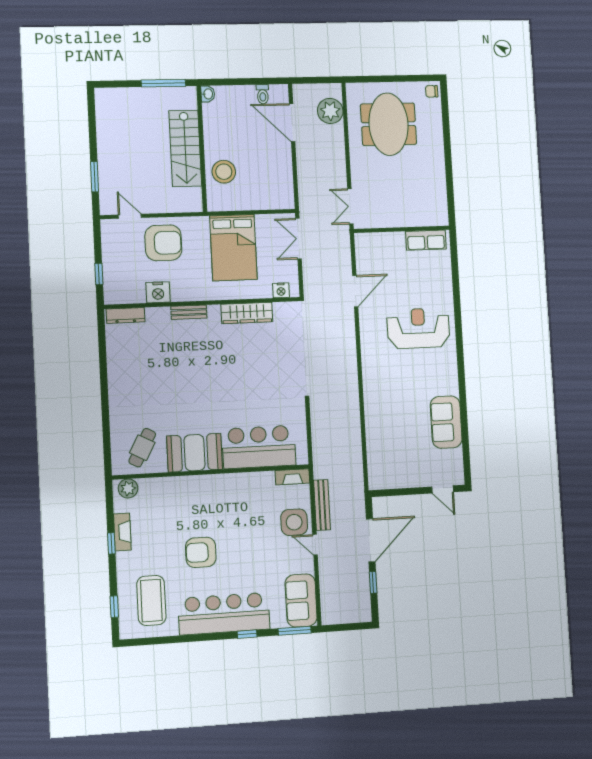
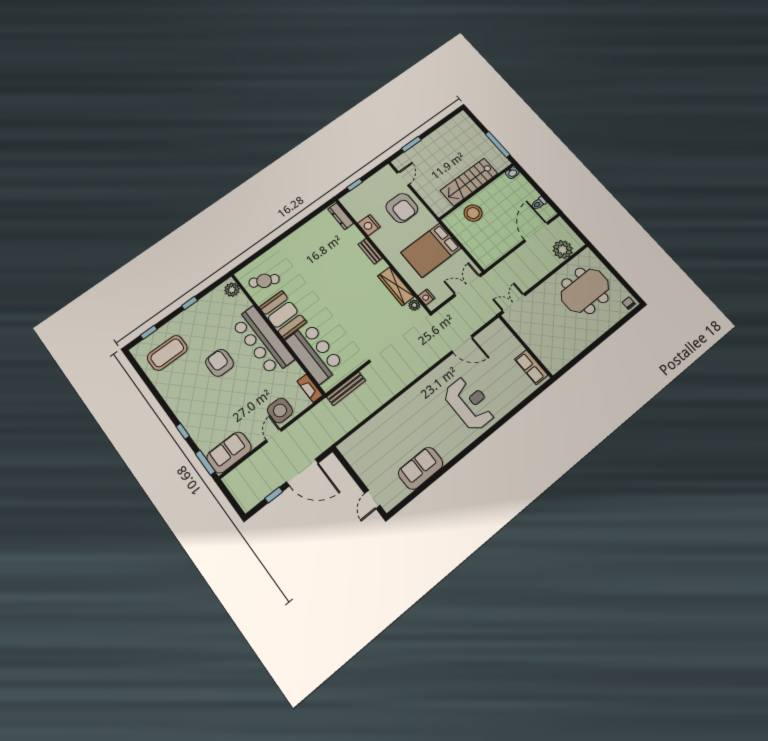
plant: (281, 309) -> (414, 305), added
bench: (322, 505) -> (346, 389), moved
fireplace: (122, 532) -> (201, 305), removed
bar counter: (224, 614) -> (262, 341), moved, turned 180

